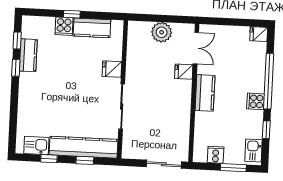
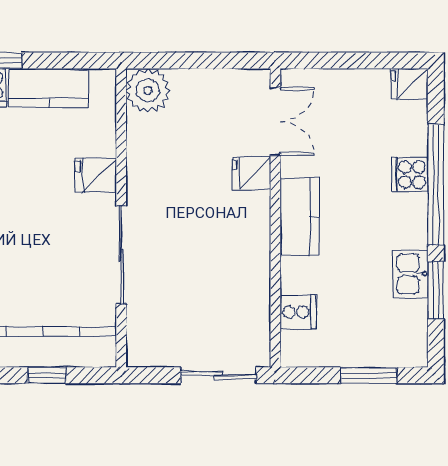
plant: (162, 32) -> (148, 90), moved
cooker: (256, 101) -> (410, 174), moved
window: (266, 130) -> (436, 290), width x1.50
kitchen sink: (253, 150) -> (410, 274), moved
cooker: (216, 155) -> (298, 312), moved, turned 90

